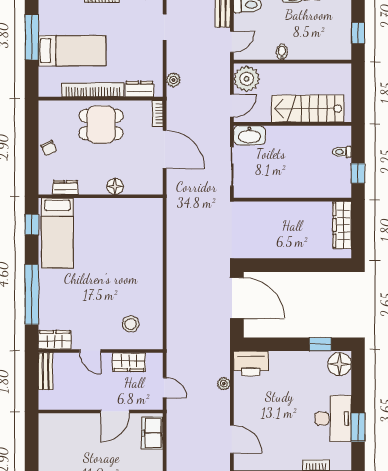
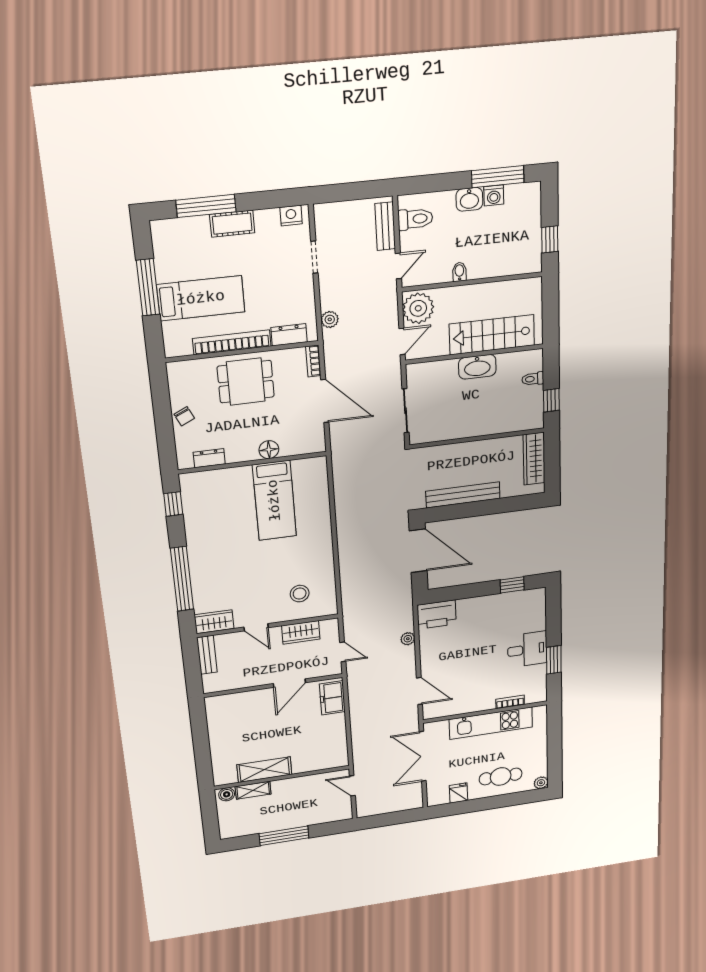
washbasin: (249, 135) -> (477, 367), moved
bed: (57, 233) -> (274, 500), moved
bench: (278, 250) -> (463, 495), added
floor lamp: (340, 364) -> (533, 602), removed
desk: (333, 419) -> (527, 649), width x0.73

